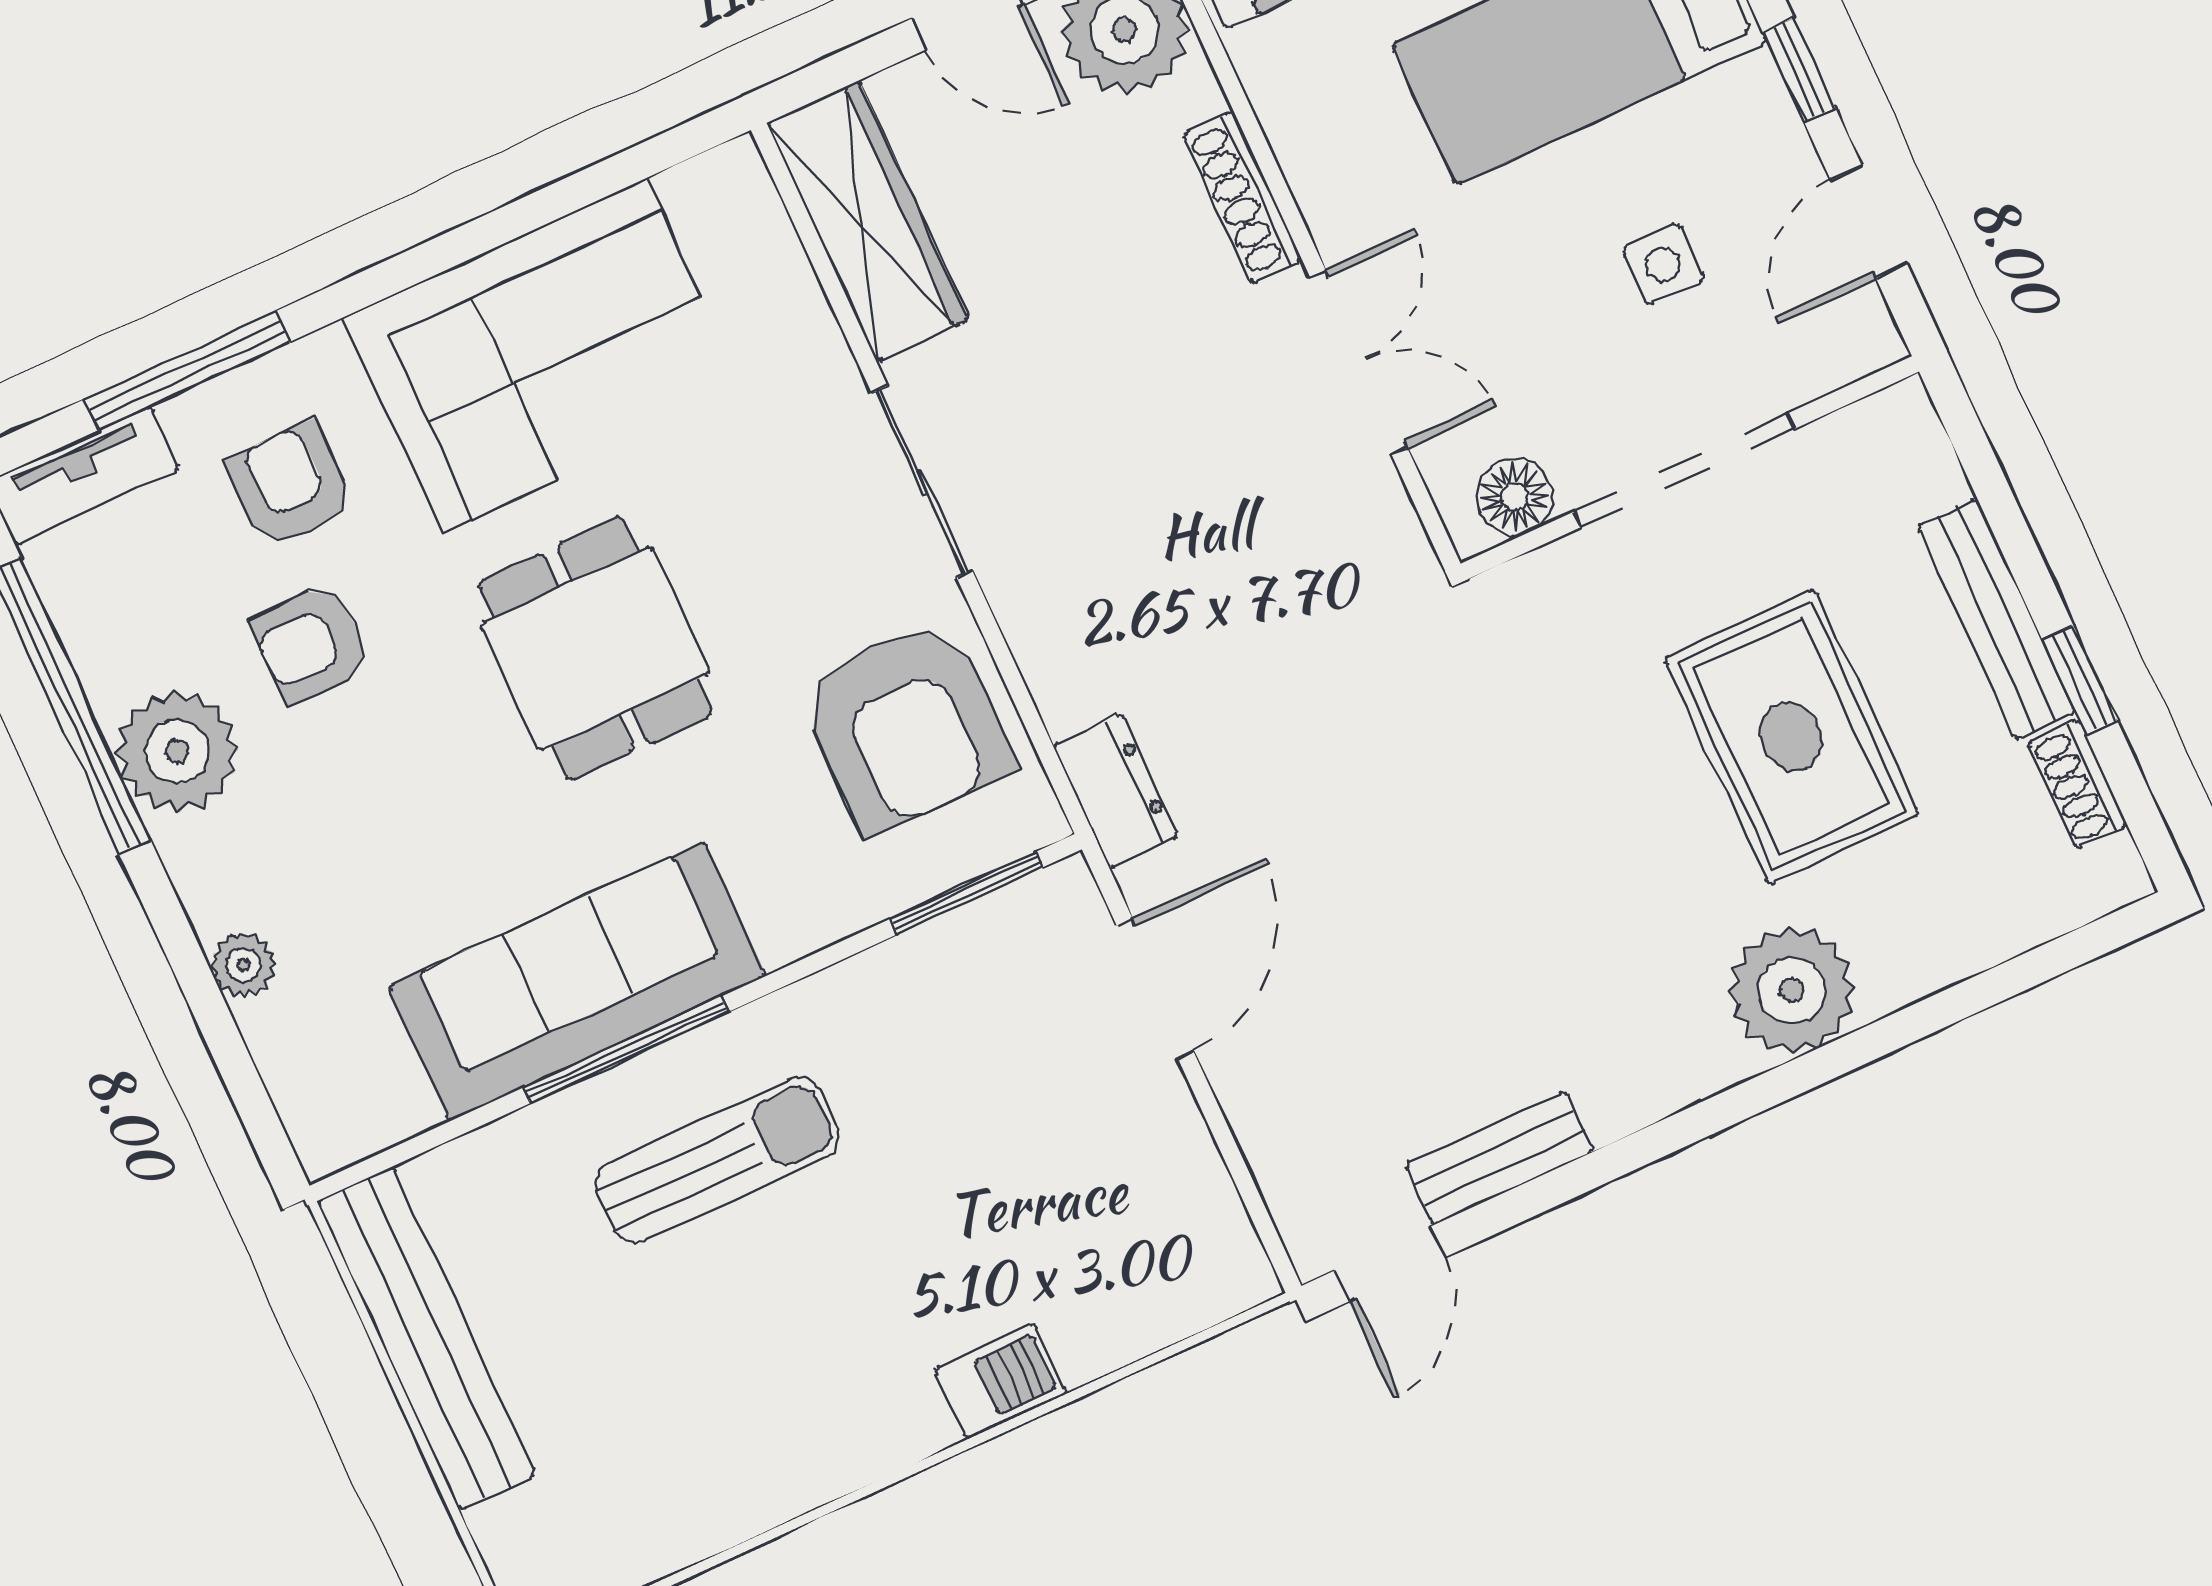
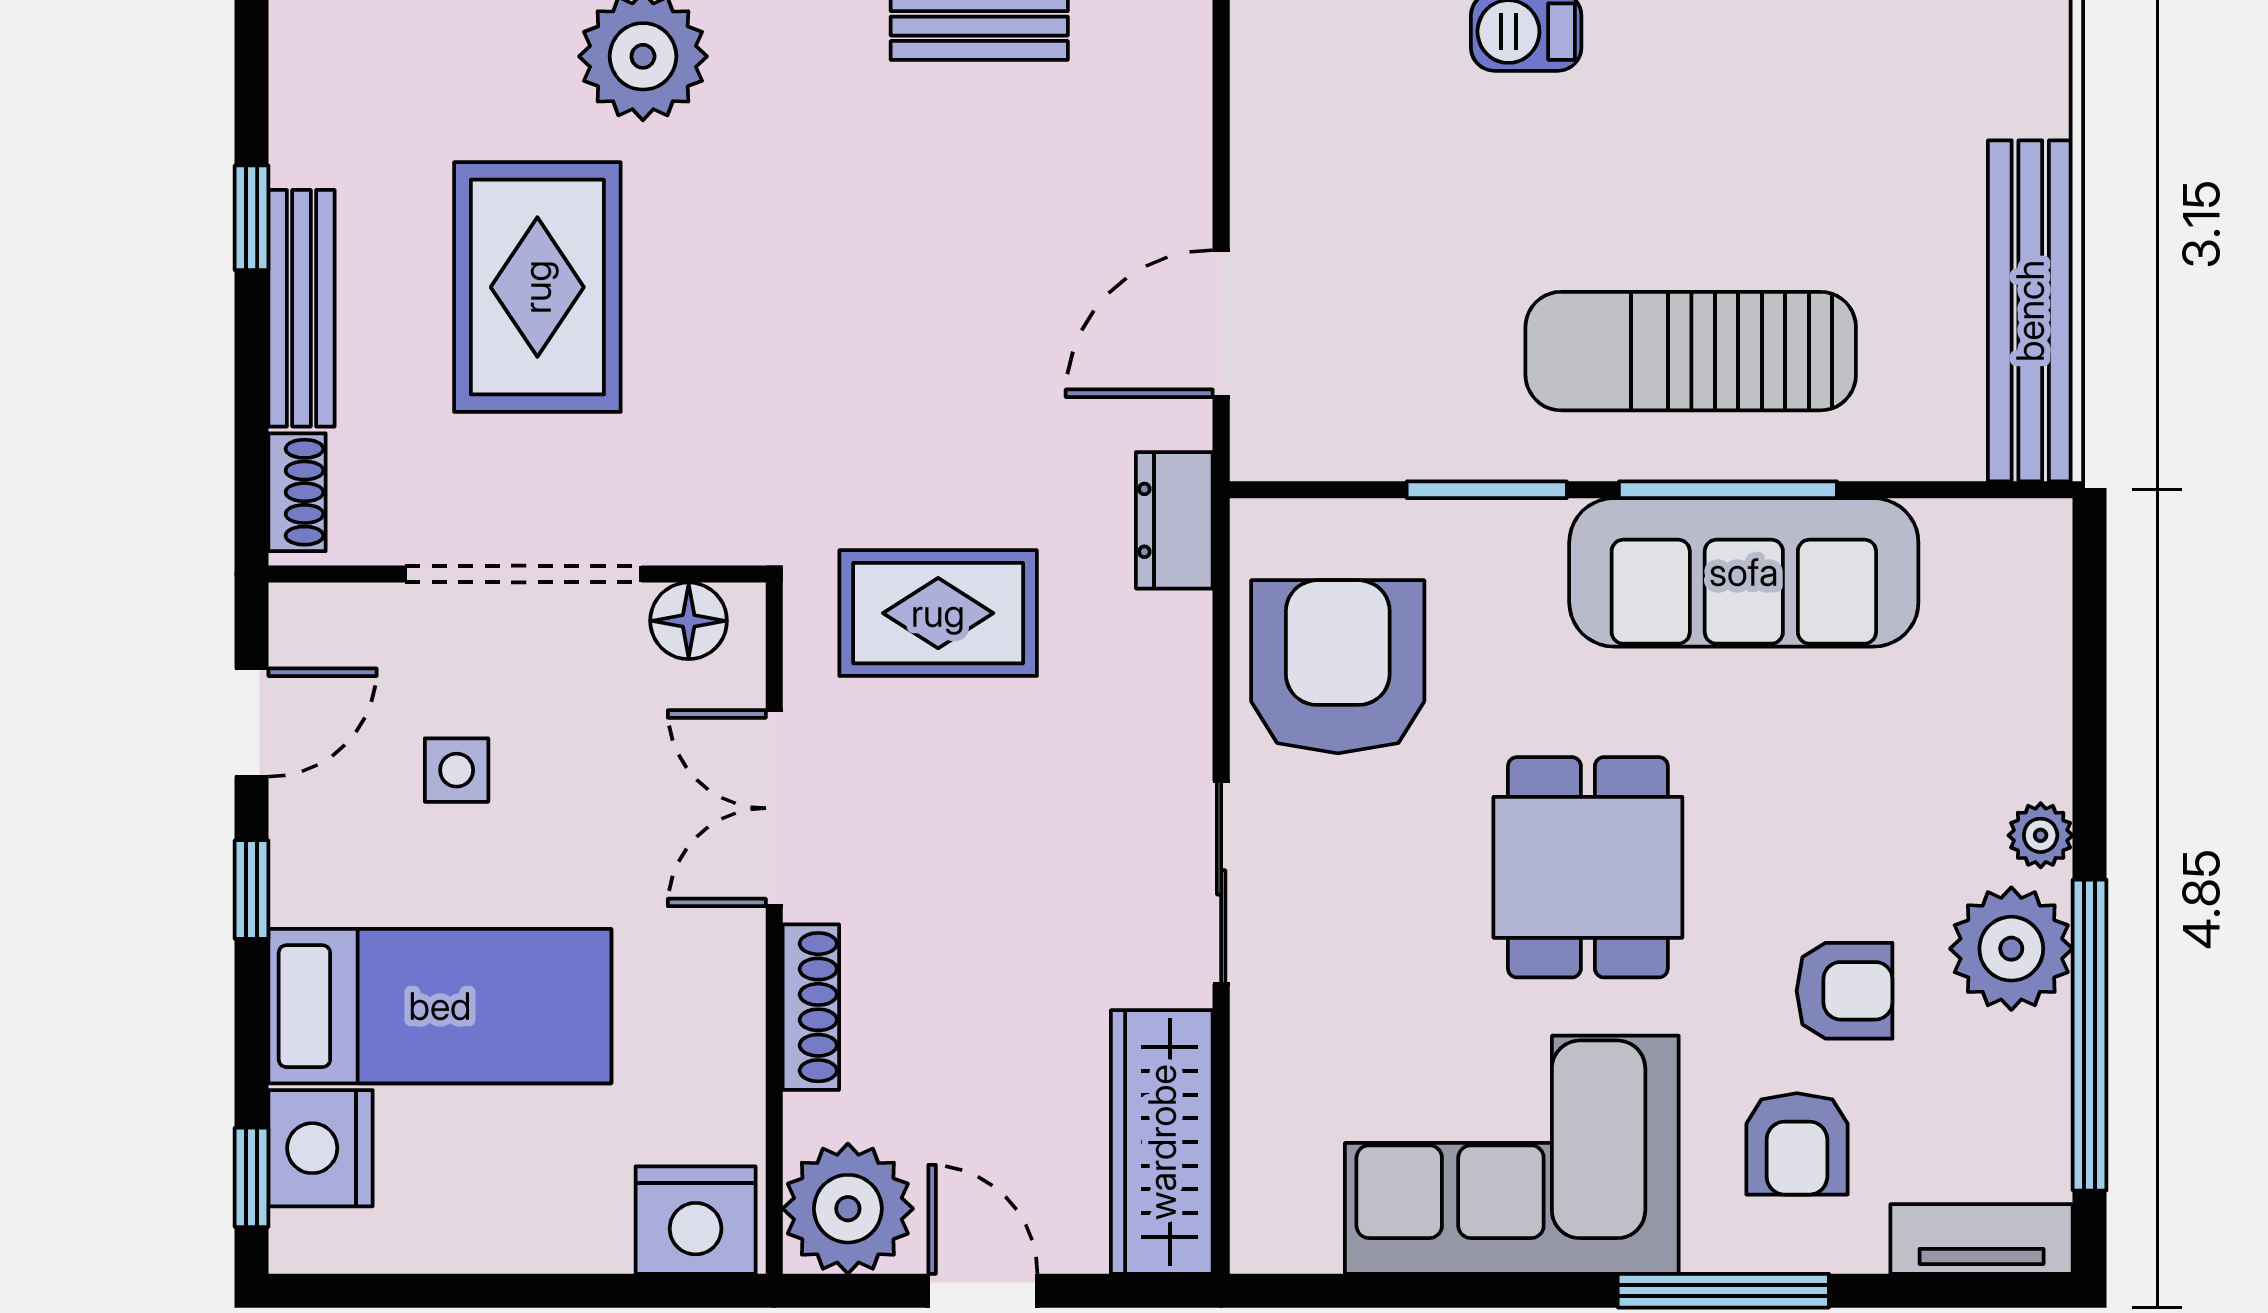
window: (187, 371) -> (1723, 1291), moved
rug: (1291, 608) -> (938, 613), added
shoe rack: (2077, 784) -> (297, 492), moved
window: (967, 893) -> (1487, 490), moved
plant: (243, 965) -> (2041, 835), moved
sun lounger: (718, 1160) -> (1691, 351), width x1.36, depth x1.34

